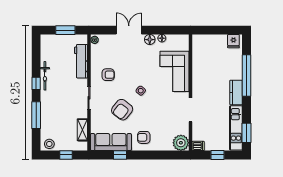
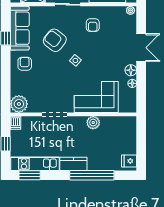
plant: (198, 74) -> (93, 123), added

